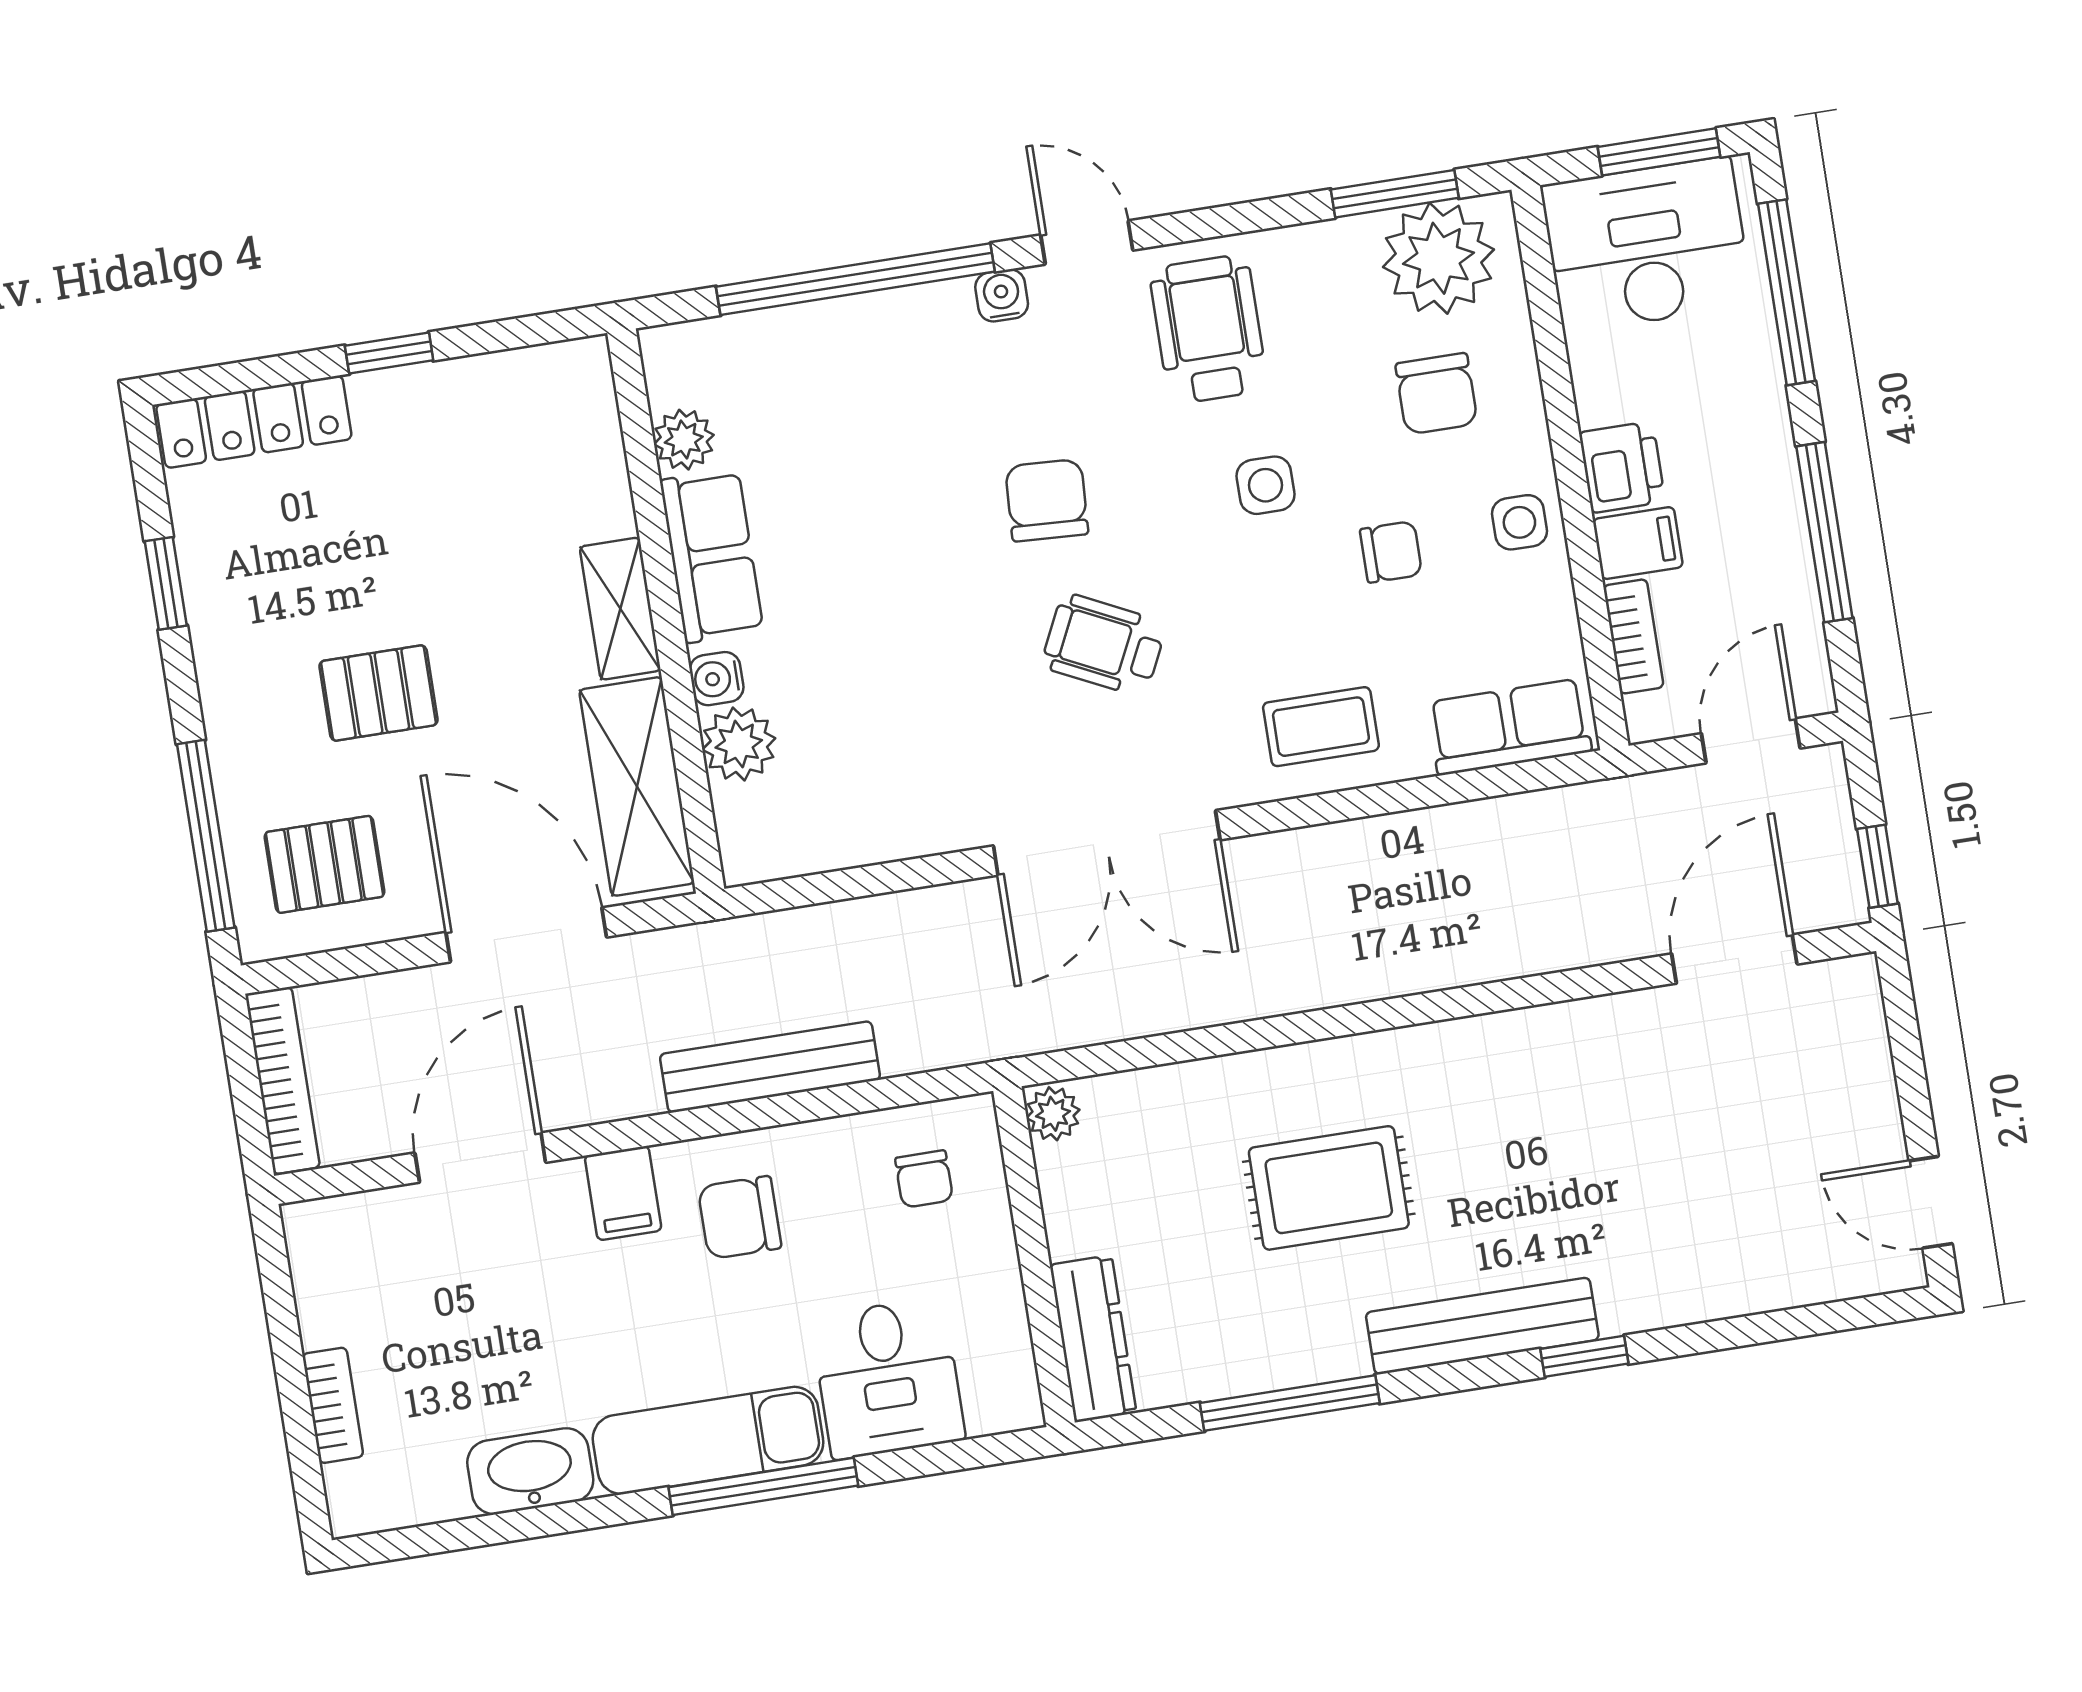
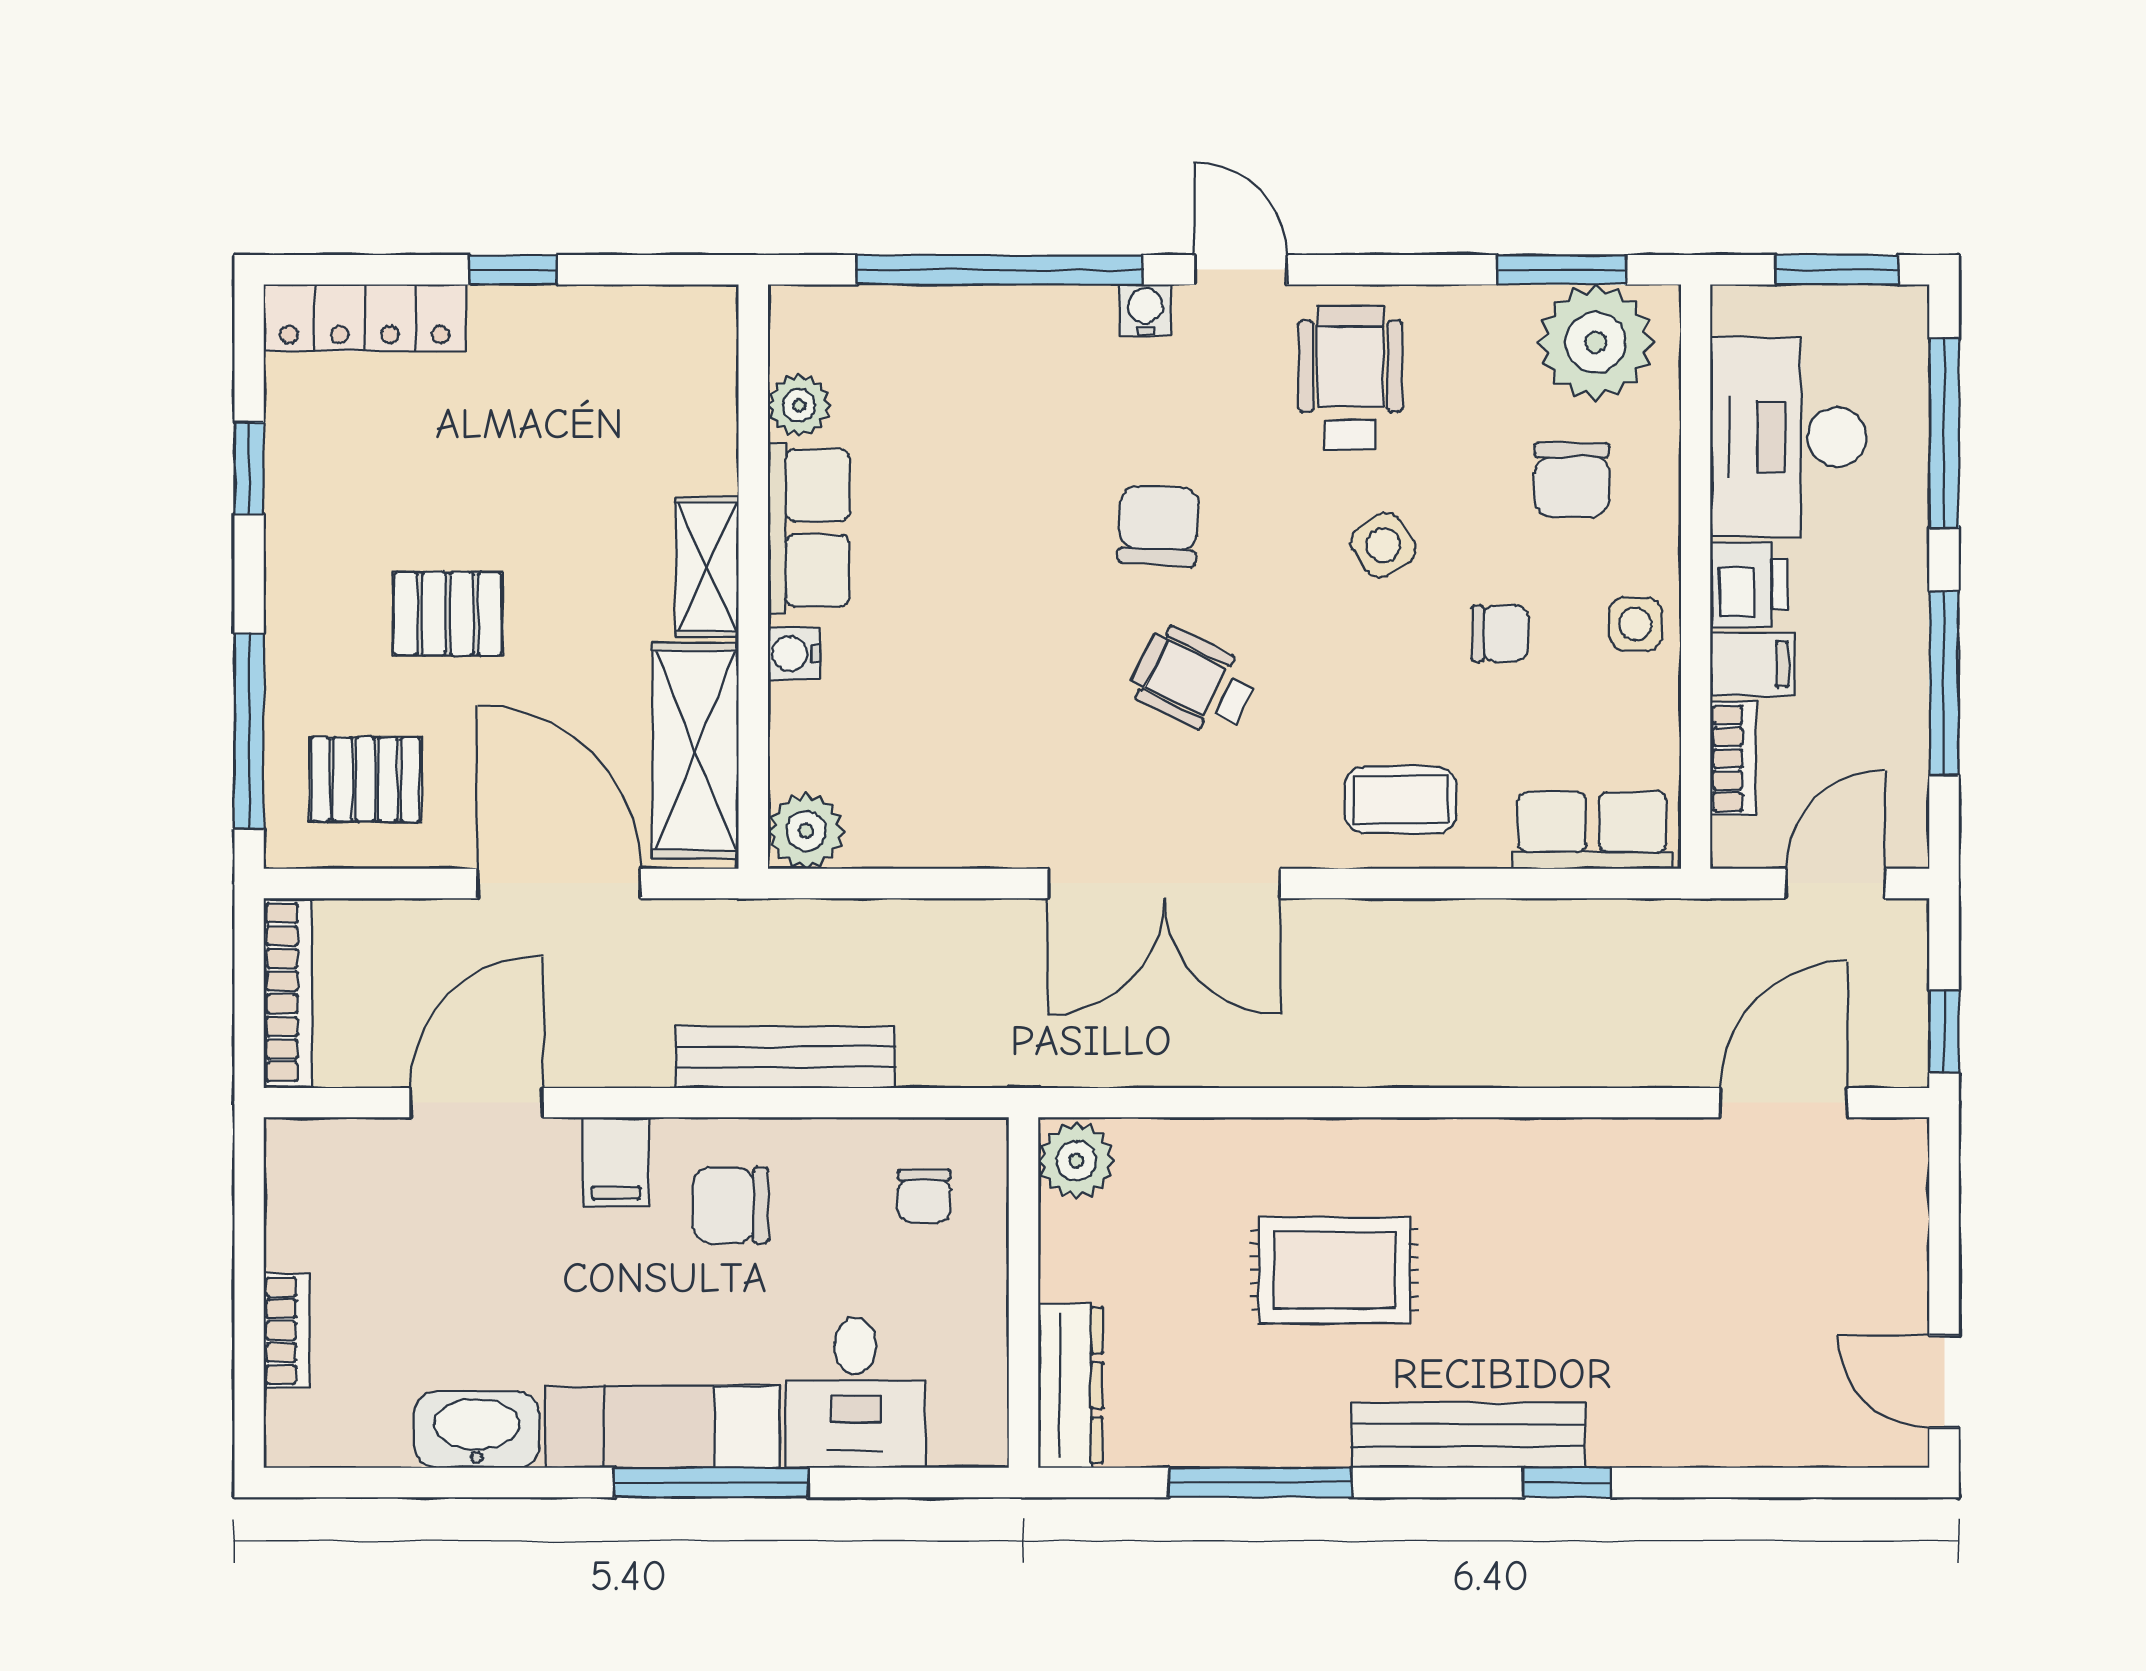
desk: (1647, 245) -> (1788, 437), moved, turned -90
side table: (1266, 485) -> (1383, 545), turned -33
plant: (739, 744) -> (806, 831), moved
plant: (1053, 1114) -> (1076, 1161), width x1.38, depth x1.38

